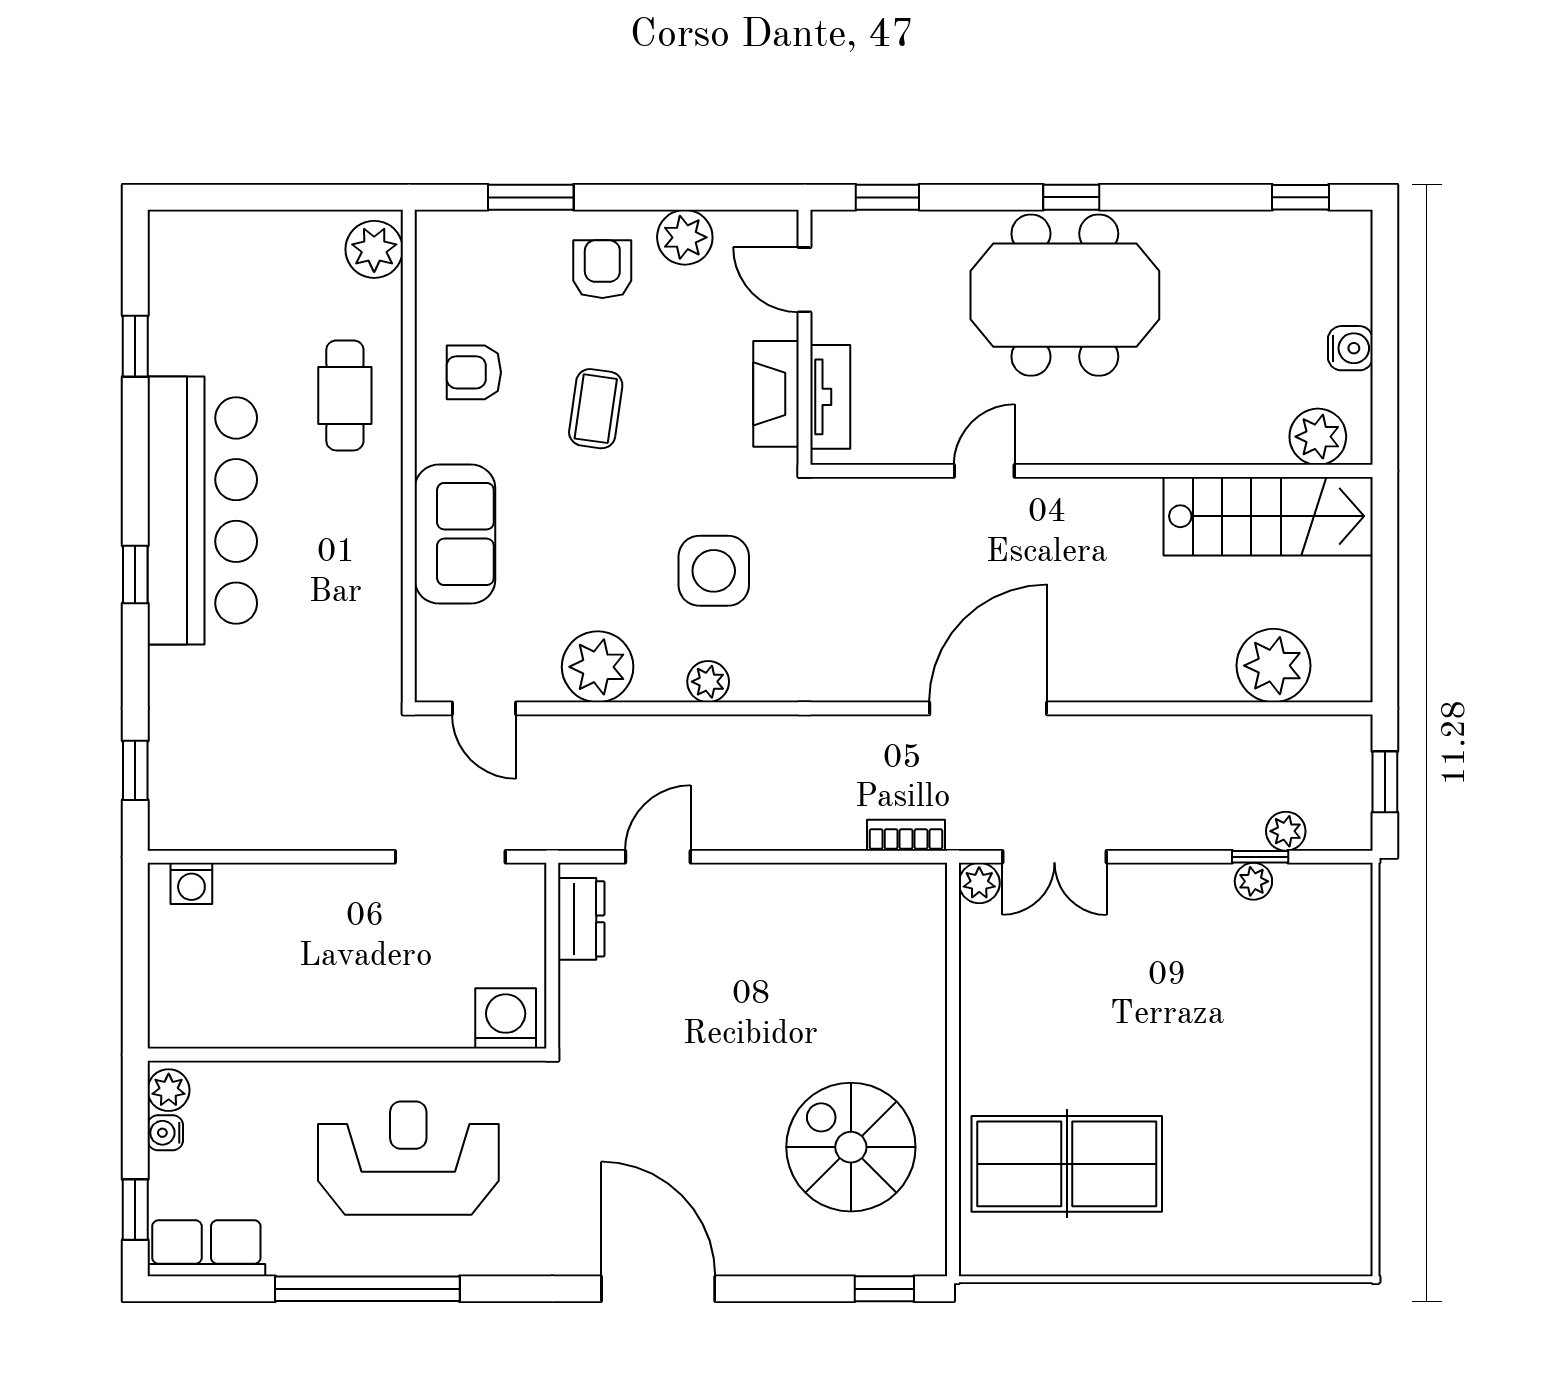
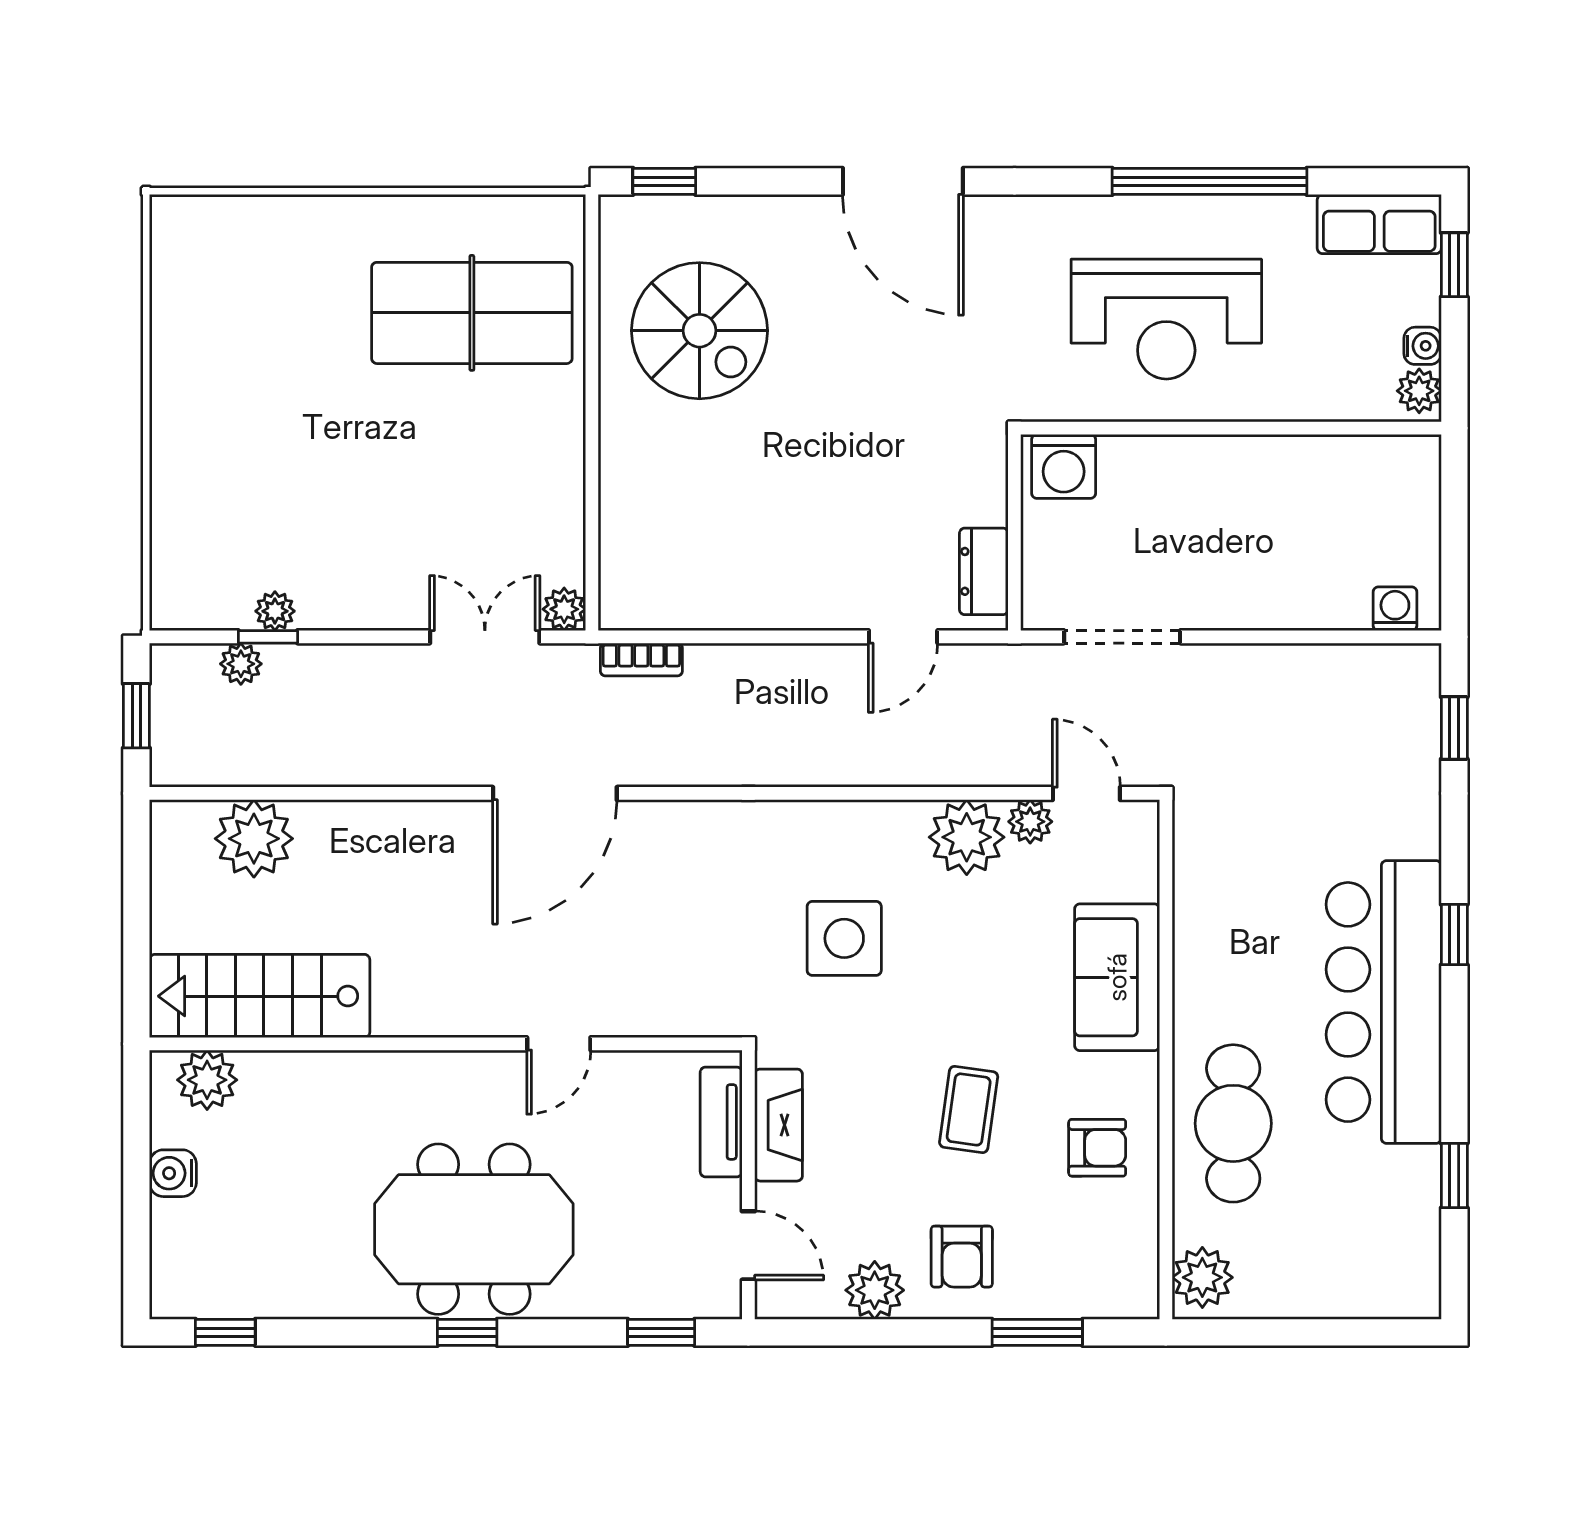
cafe table: (345, 395) -> (1233, 1123), width x1.37, depth x1.35
plant: (708, 682) -> (1030, 822), moved

